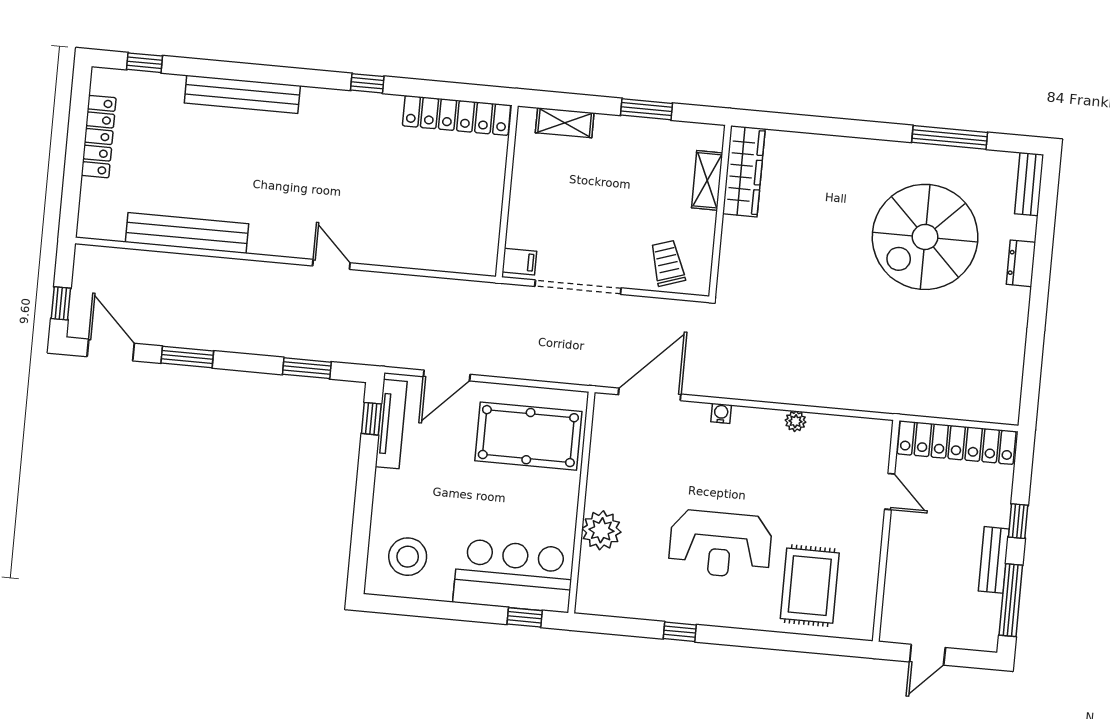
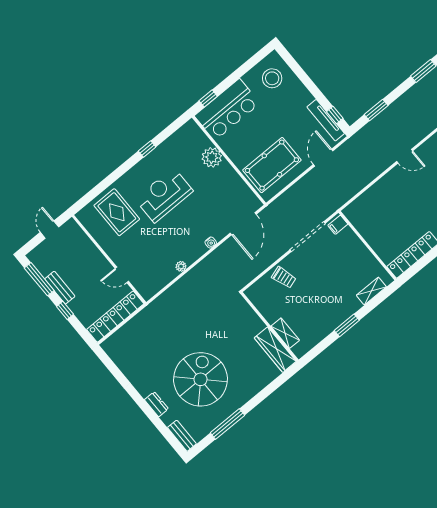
wardrobe: (744, 171) -> (275, 350), moved
shelving: (707, 180) -> (285, 333), moved
wall: (720, 211) -> (269, 327), moved

